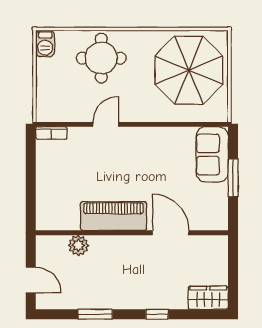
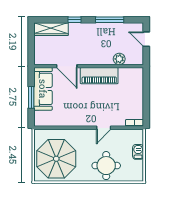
barbecue: (45, 43) -> (138, 152), moved
sofa: (212, 154) -> (43, 89), moved, width x1.36
wardrobe: (208, 298) -> (51, 29), width x1.50
window: (95, 314) -> (110, 20), width x1.44

